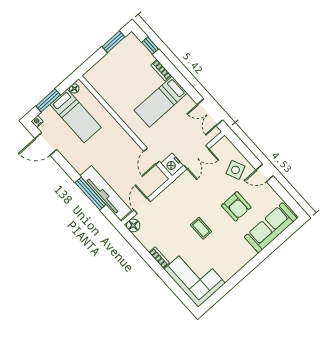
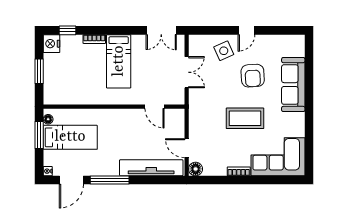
window: (113, 42) -> (39, 71), moved
window: (48, 100) -> (39, 135), moved
nightstand: (172, 165) -> (51, 44), moved, turned 90
window: (90, 194) -> (110, 180), moved
armchair: (236, 206) -> (253, 76), turned 87
coffee table: (201, 228) -> (245, 118), width x1.86, depth x1.72
sofa: (271, 228) -> (293, 85), moved

